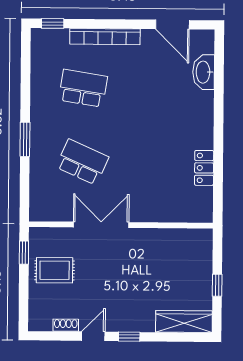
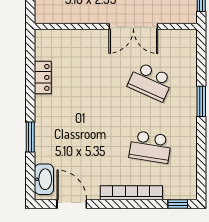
washbasin: (204, 72) -> (44, 179), moved
window: (219, 101) -> (30, 137), added

